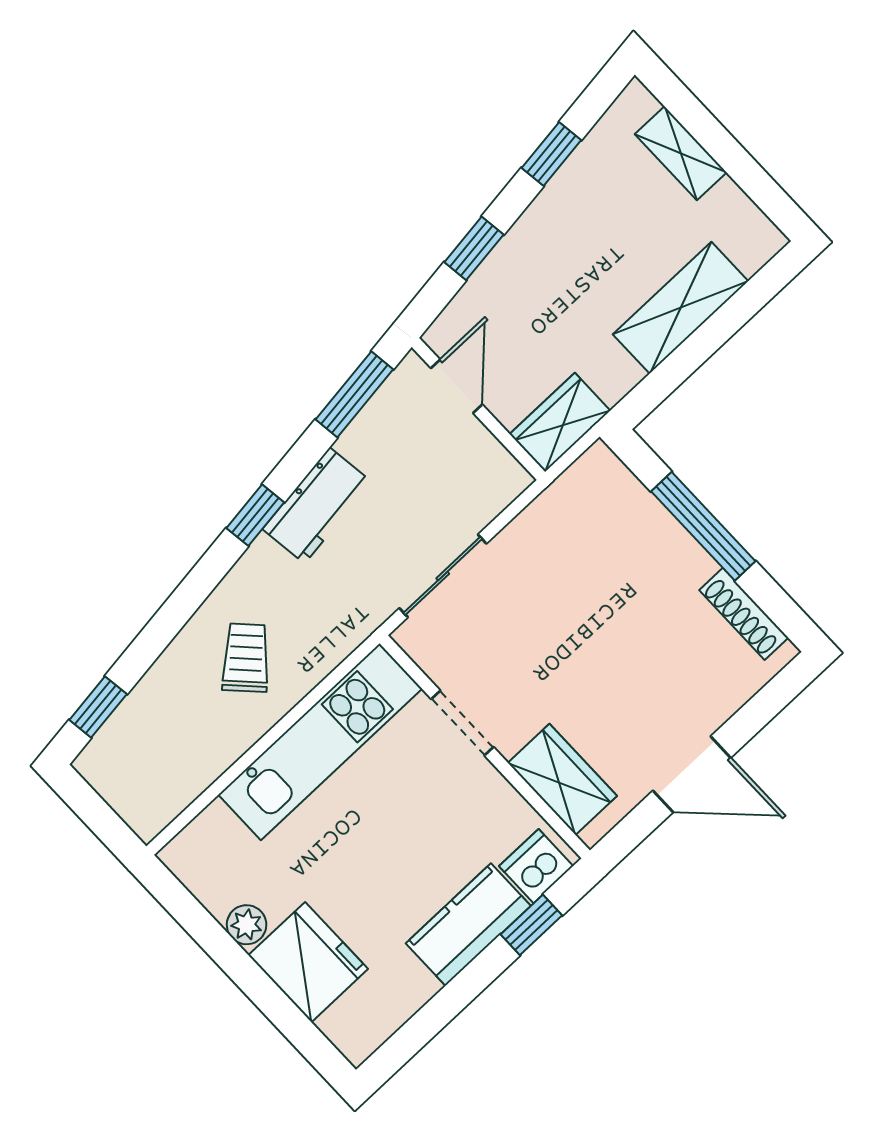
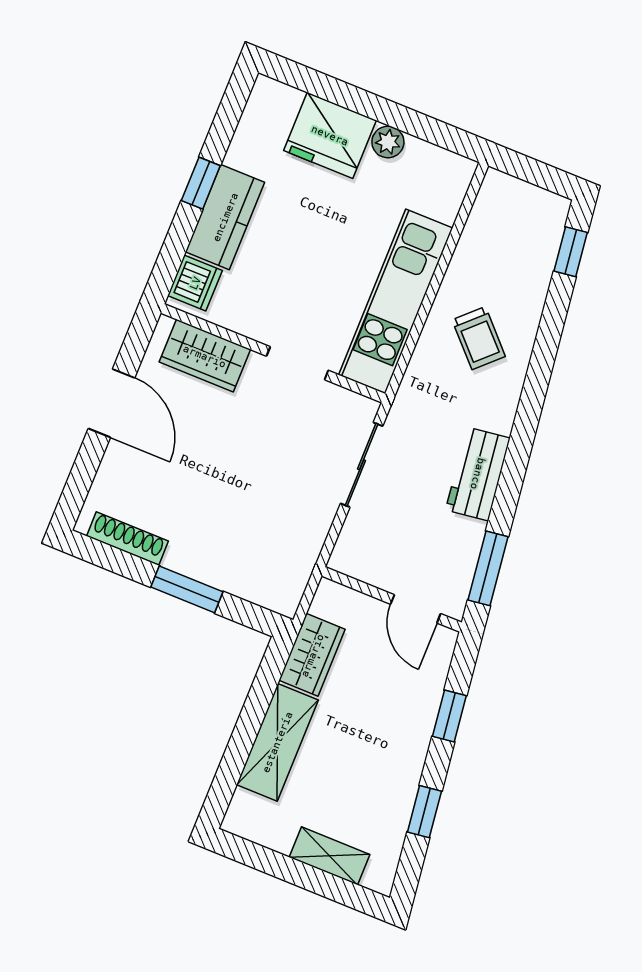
wardrobe: (560, 422) -> (312, 655), moved
window: (255, 515) -> (520, 446), removed
window: (703, 526) -> (187, 589), width x0.69
door: (692, 774) -> (111, 403), swing flipped
window: (531, 925) -> (201, 183), moved

